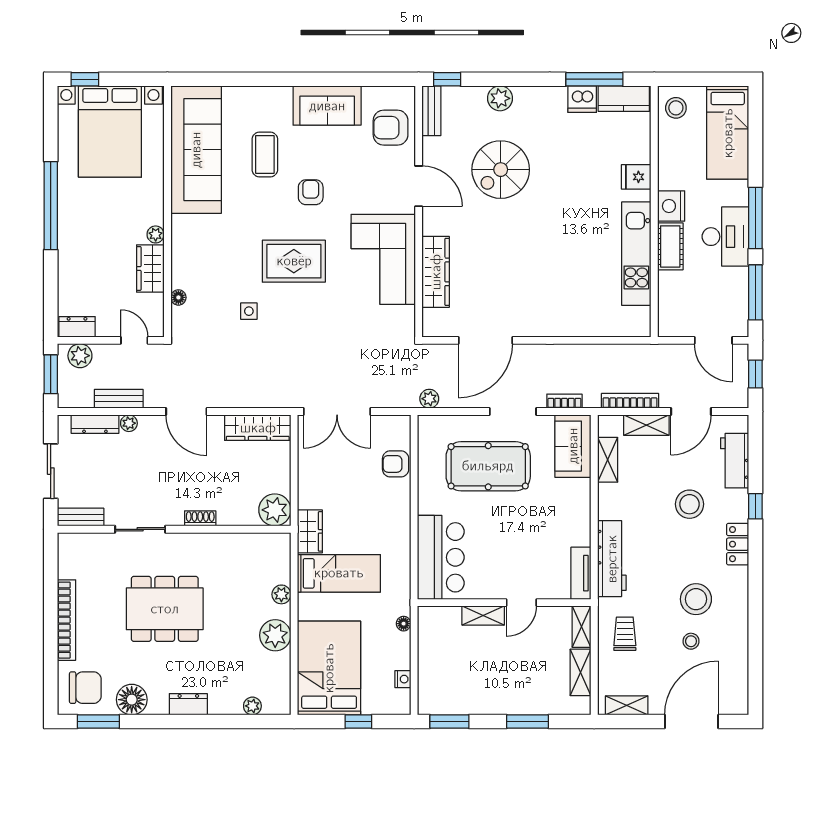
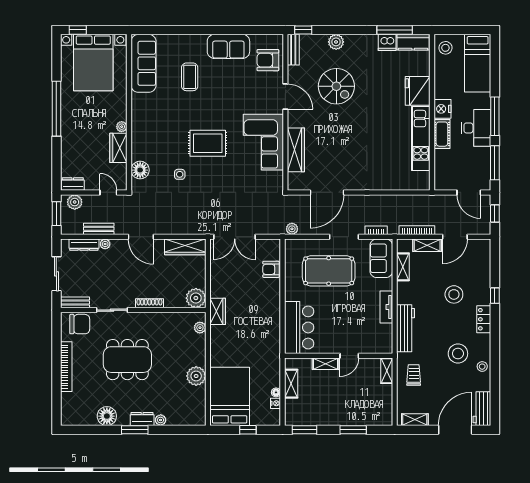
sofa: (196, 150) -> (144, 63), width x0.74, depth x0.79
spiral stairs: (501, 170) -> (336, 86), turned -90
fridge: (636, 177) -> (418, 91), width x1.88, depth x1.34
armchair: (311, 192) -> (218, 100), removed
floor lamp: (178, 297) -> (140, 170), width x1.89, depth x1.89
workbench: (735, 461) -> (482, 409), moved
shoe rack: (200, 518) -> (149, 303), width x1.43
bed: (339, 573) -> (236, 337), removed
tv unit: (581, 573) -> (386, 307), moved
plant: (281, 594) -> (200, 328), moved
floor lamp: (404, 624) -> (276, 392), moved
stool: (691, 641) -> (482, 367), moved
shelving: (580, 672) -> (291, 384), moved
chair: (85, 688) -> (80, 324), moved
plant: (252, 706) -> (161, 420), moved
window: (98, 722) -> (135, 430), moved

